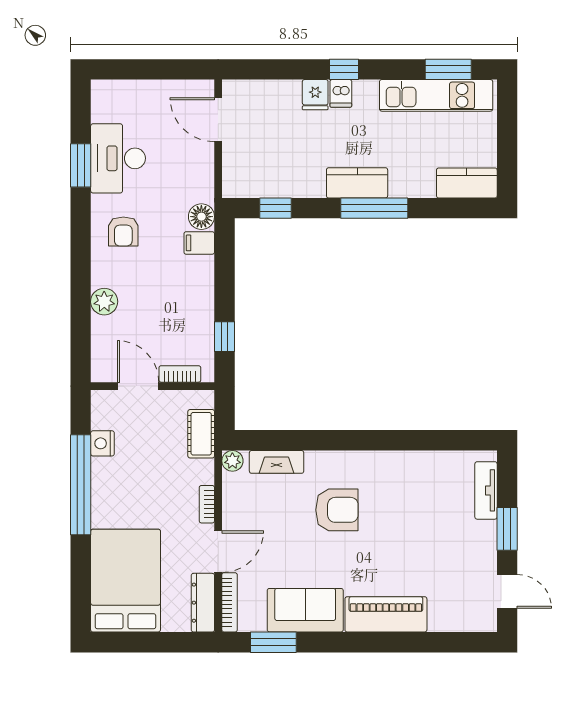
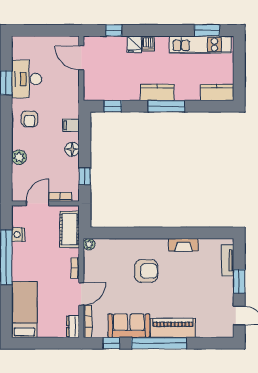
window: (344, 69) -> (114, 30), moved
floor lamp: (201, 217) -> (72, 149), moved
door: (138, 386) -> (38, 203), hinge flipped
cot: (201, 434) -> (70, 229), width x1.37, depth x1.34
fireplace: (277, 462) -> (183, 245), moved
bed: (126, 581) -> (24, 310), width x0.67
dresser: (203, 603) -> (73, 327), width x0.70
window: (273, 642) -> (111, 343), width x0.67
window: (360, 642) -> (159, 343), added

